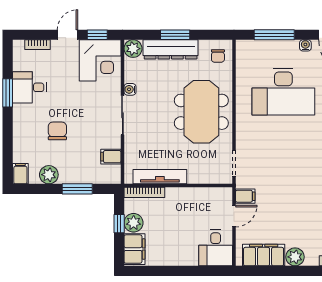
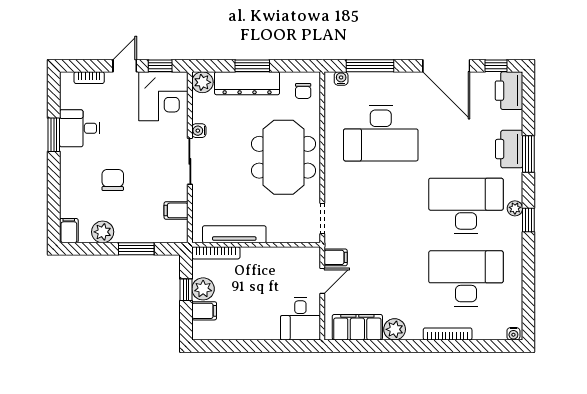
water cooler: (305, 45) -> (341, 79), moved
filing cabinet: (134, 249) -> (204, 311), width x0.50

